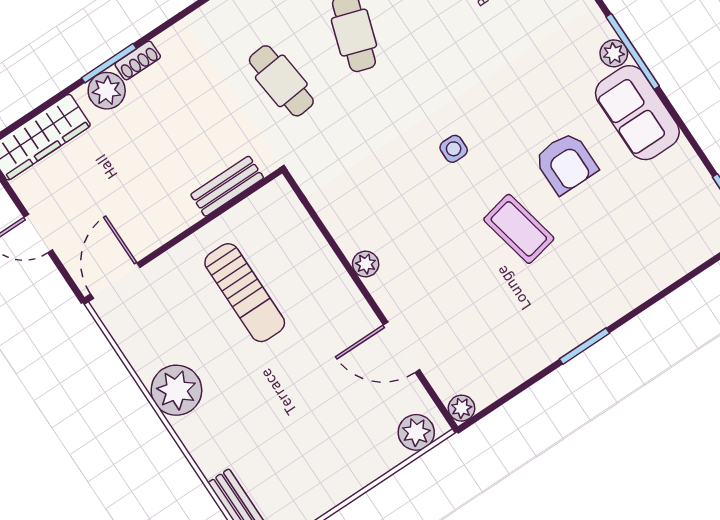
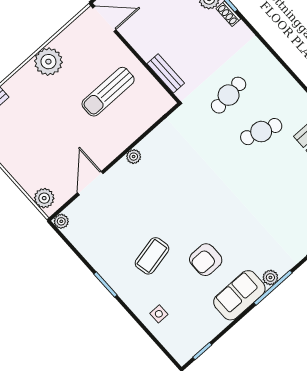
side table: (454, 149) -> (159, 314), moved
coffee table: (519, 229) -> (152, 256), moved

